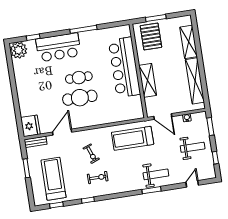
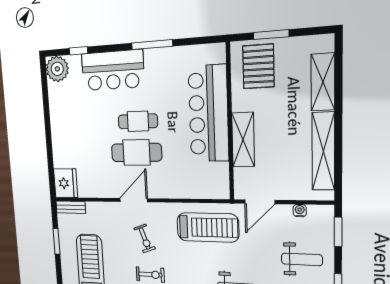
door: (163, 116) -> (260, 202), hinge flipped
door: (62, 132) -> (134, 200), moved
treadmill: (133, 138) -> (208, 227), turned 180

